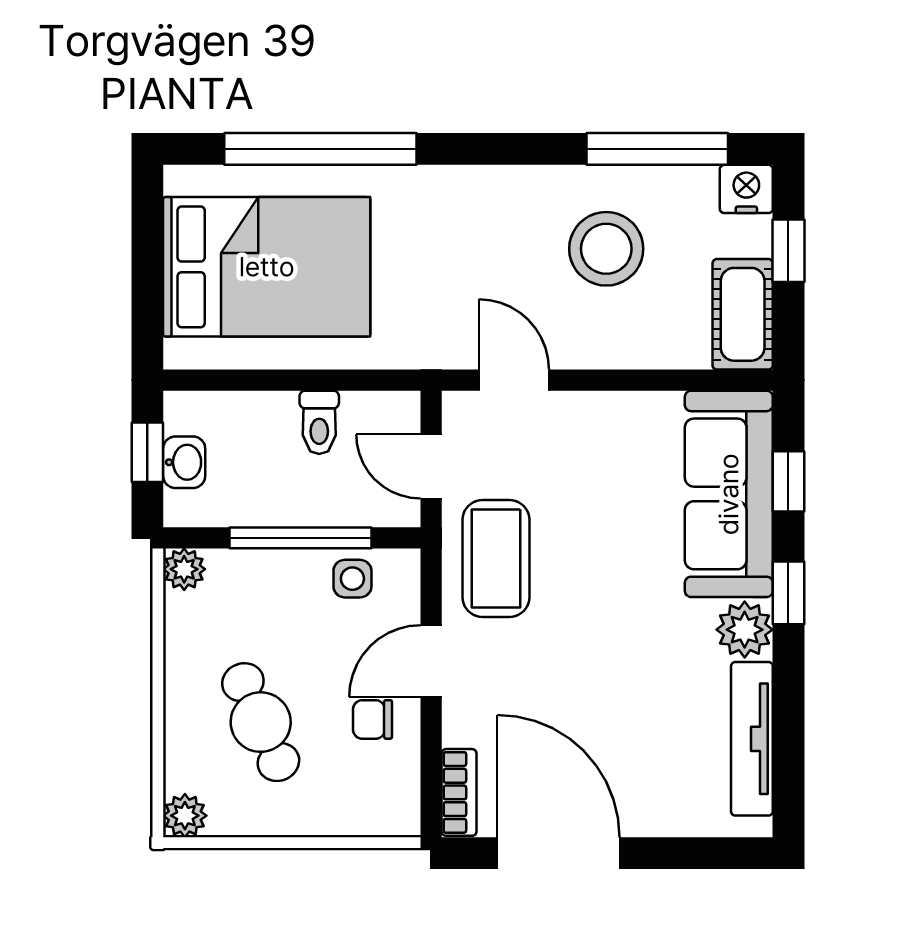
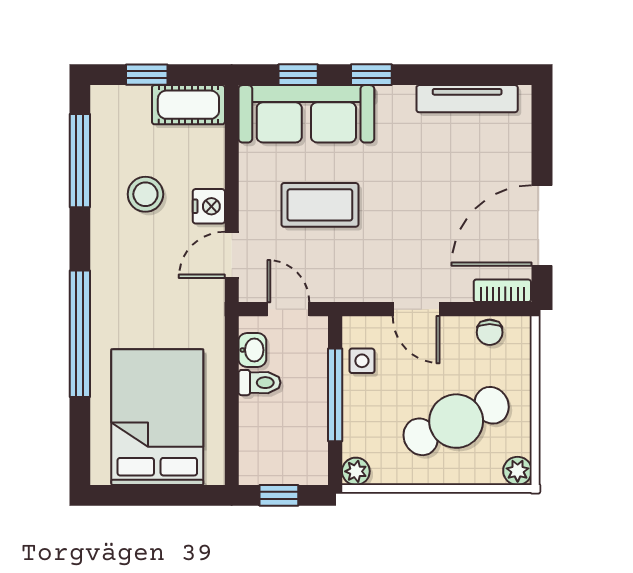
window: (320, 149) -> (80, 334), moved
nightstand: (746, 189) -> (209, 206), moved, turned 180
stool: (606, 249) -> (145, 194), width x0.73, depth x0.73
washbasin: (184, 462) -> (252, 350), moved, turned 90
door: (431, 467) -> (288, 309), swing flipped
coffee table: (496, 558) -> (320, 205), moved
plant: (745, 630) -> (395, 103), removed
chair: (372, 719) -> (490, 332), moved
cafe table: (261, 722) -> (456, 421), width x1.37, depth x1.35

